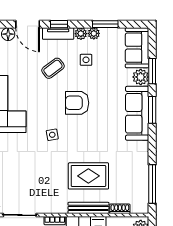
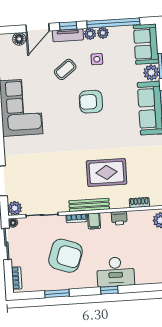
door: (28, 24) -> (38, 28), hinge flipped
window: (105, 24) -> (113, 23), width x2.11
side table: (52, 135) -> (69, 134), removed
bench: (88, 208) -> (89, 205), moved

